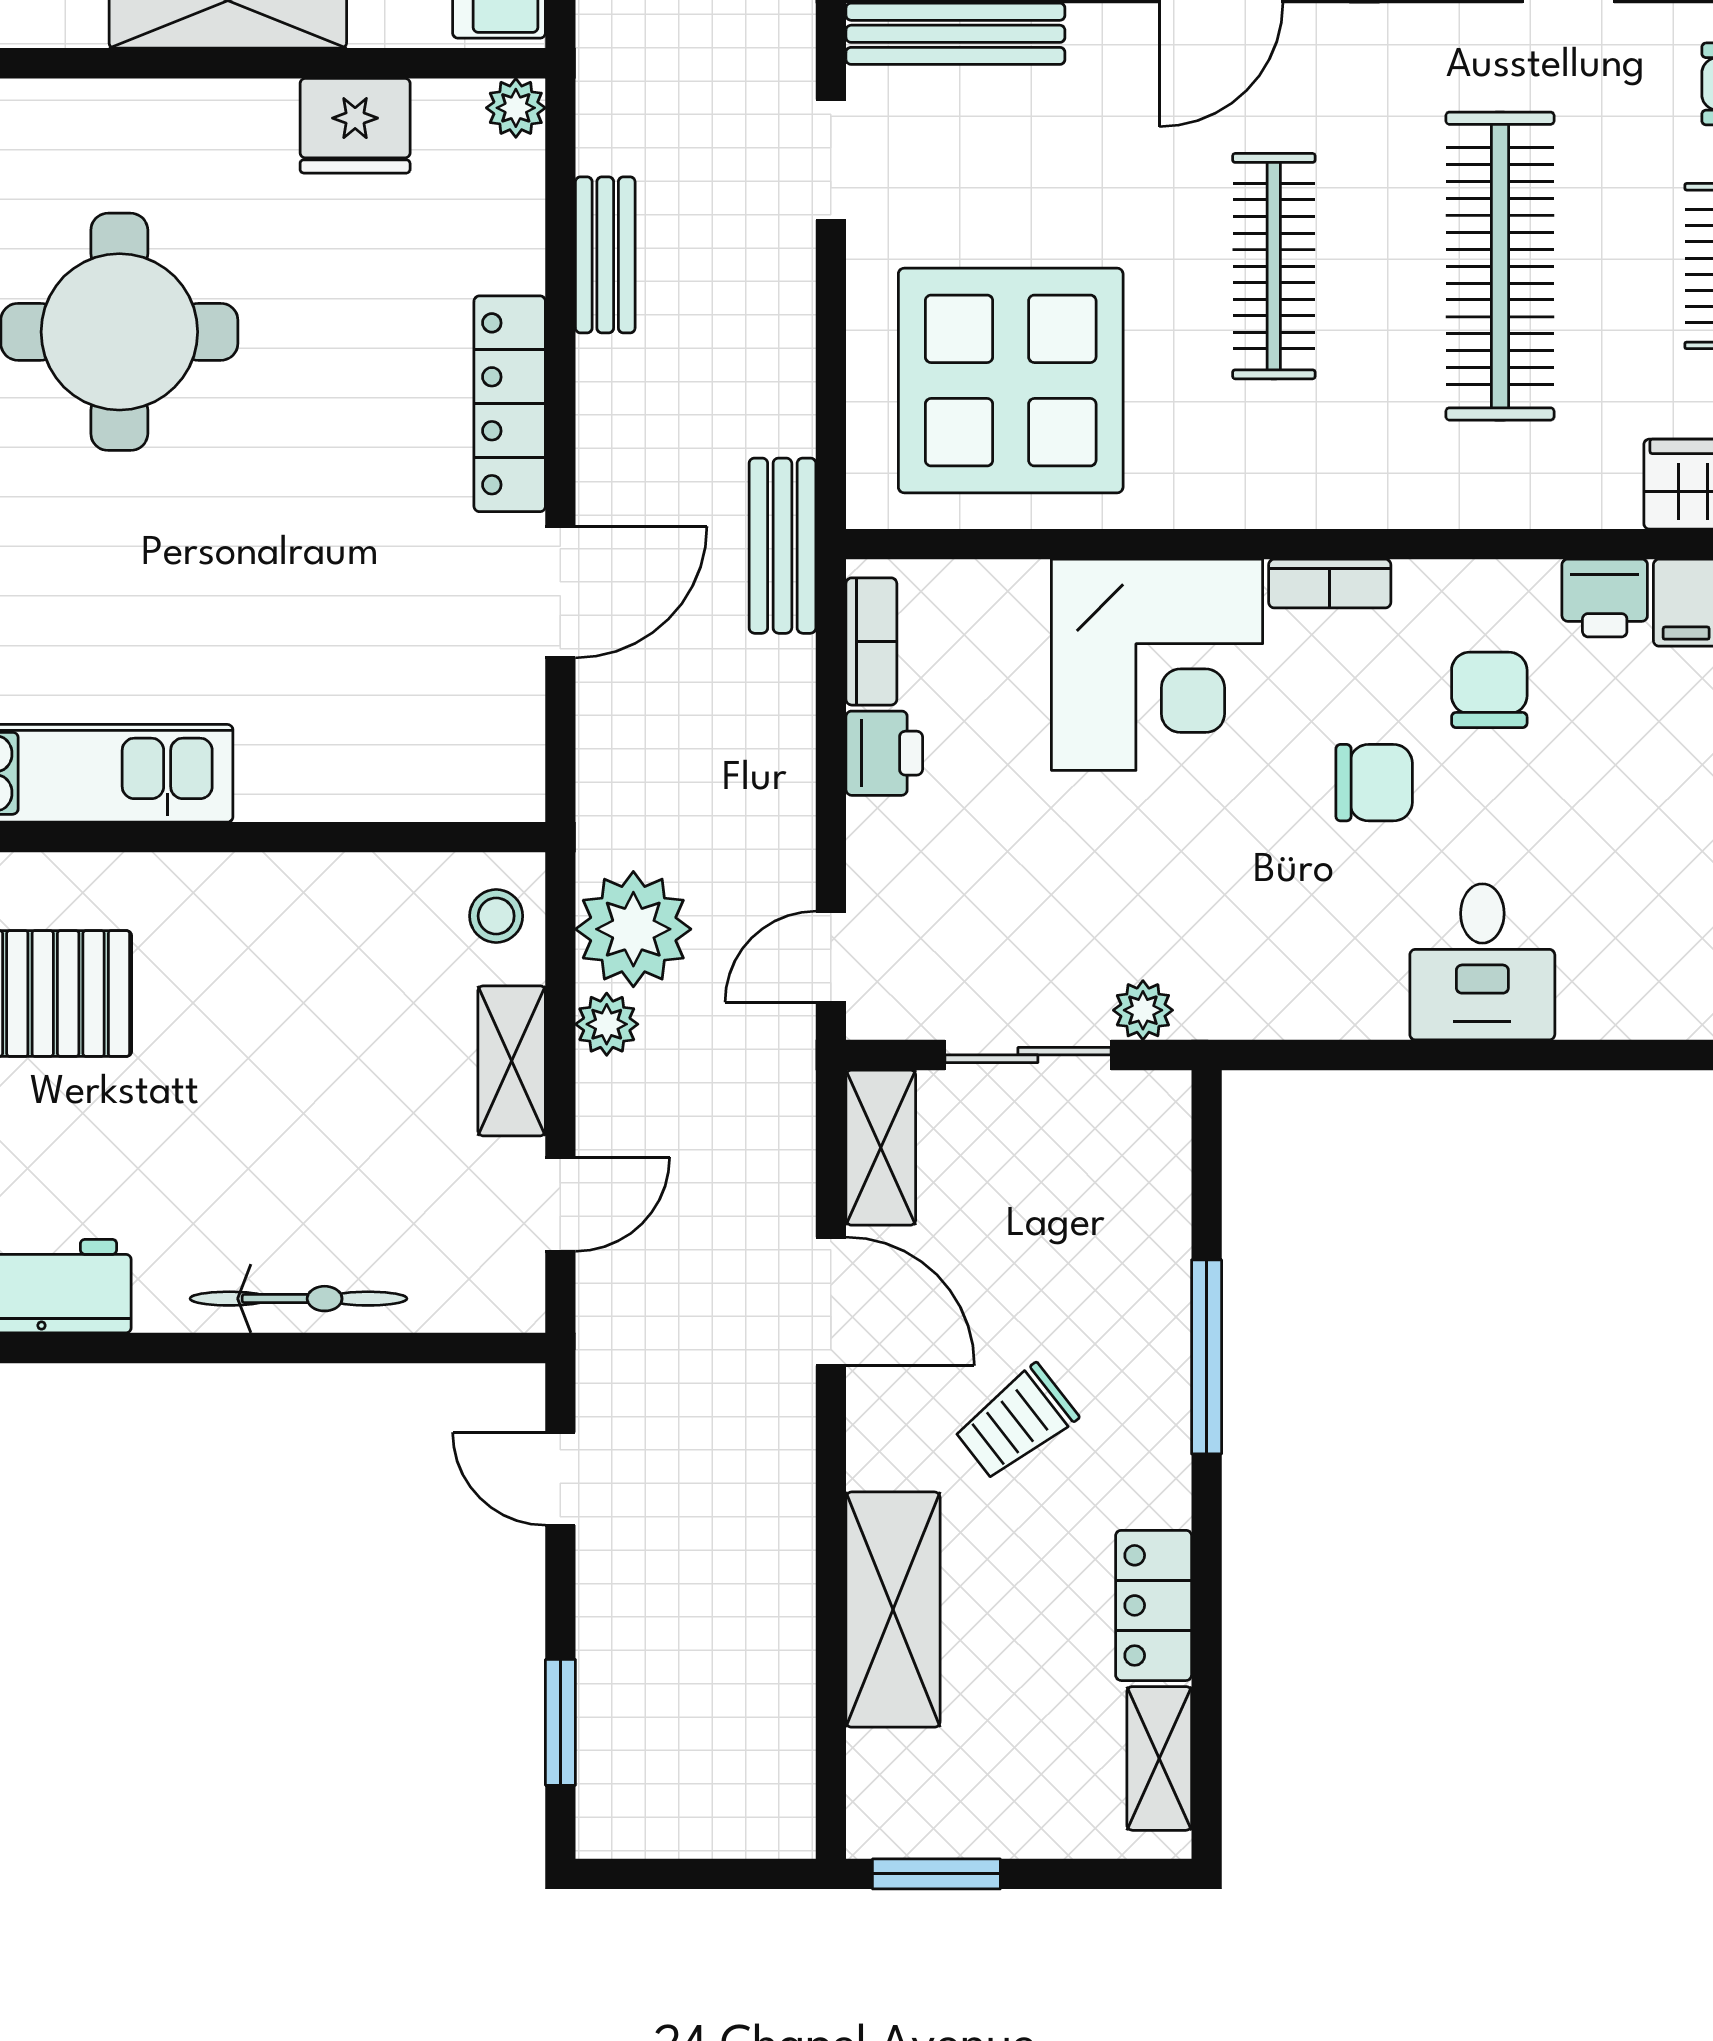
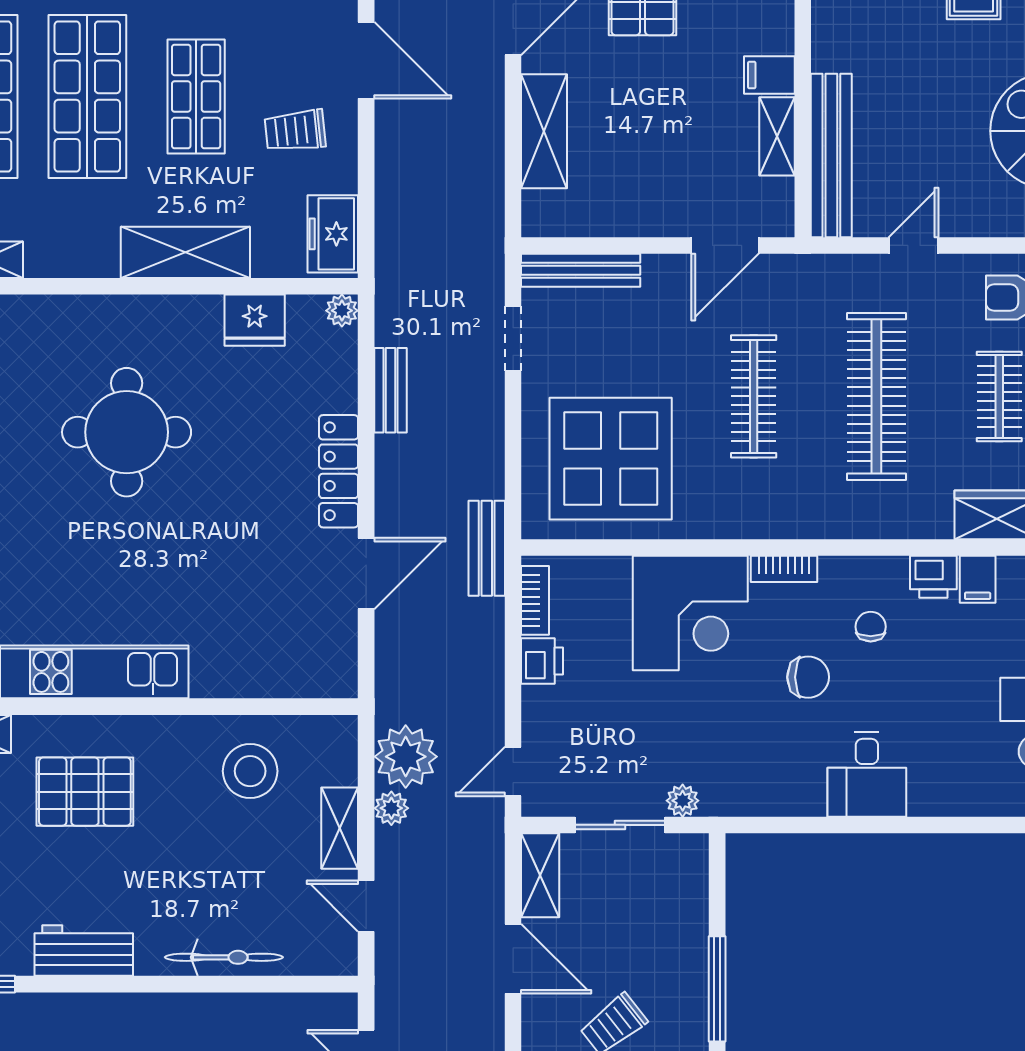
chair: (1489, 690) -> (871, 627), width x0.73, depth x0.73
stool: (496, 916) -> (250, 771), moved, width x1.89, depth x1.89
door: (560, 1204) -> (366, 906), swing flipped

